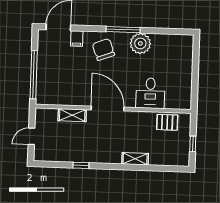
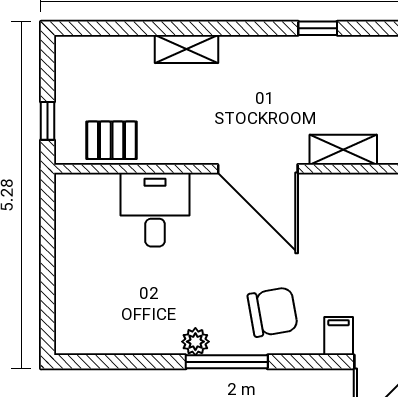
plant: (140, 43) -> (195, 342), width x0.53, depth x0.53
chair: (103, 49) -> (273, 312), turned -80
window: (193, 144) -> (48, 121), moved

